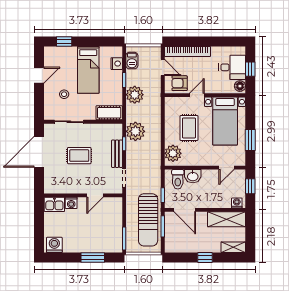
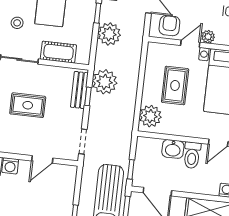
armchair: (180, 83) -> (169, 26), turned 90
plant: (210, 88) -> (208, 37), added
cot: (109, 113) -> (58, 52), moved
bench: (117, 154) -> (79, 90), moved
toilet: (178, 179) -> (192, 155), moved

